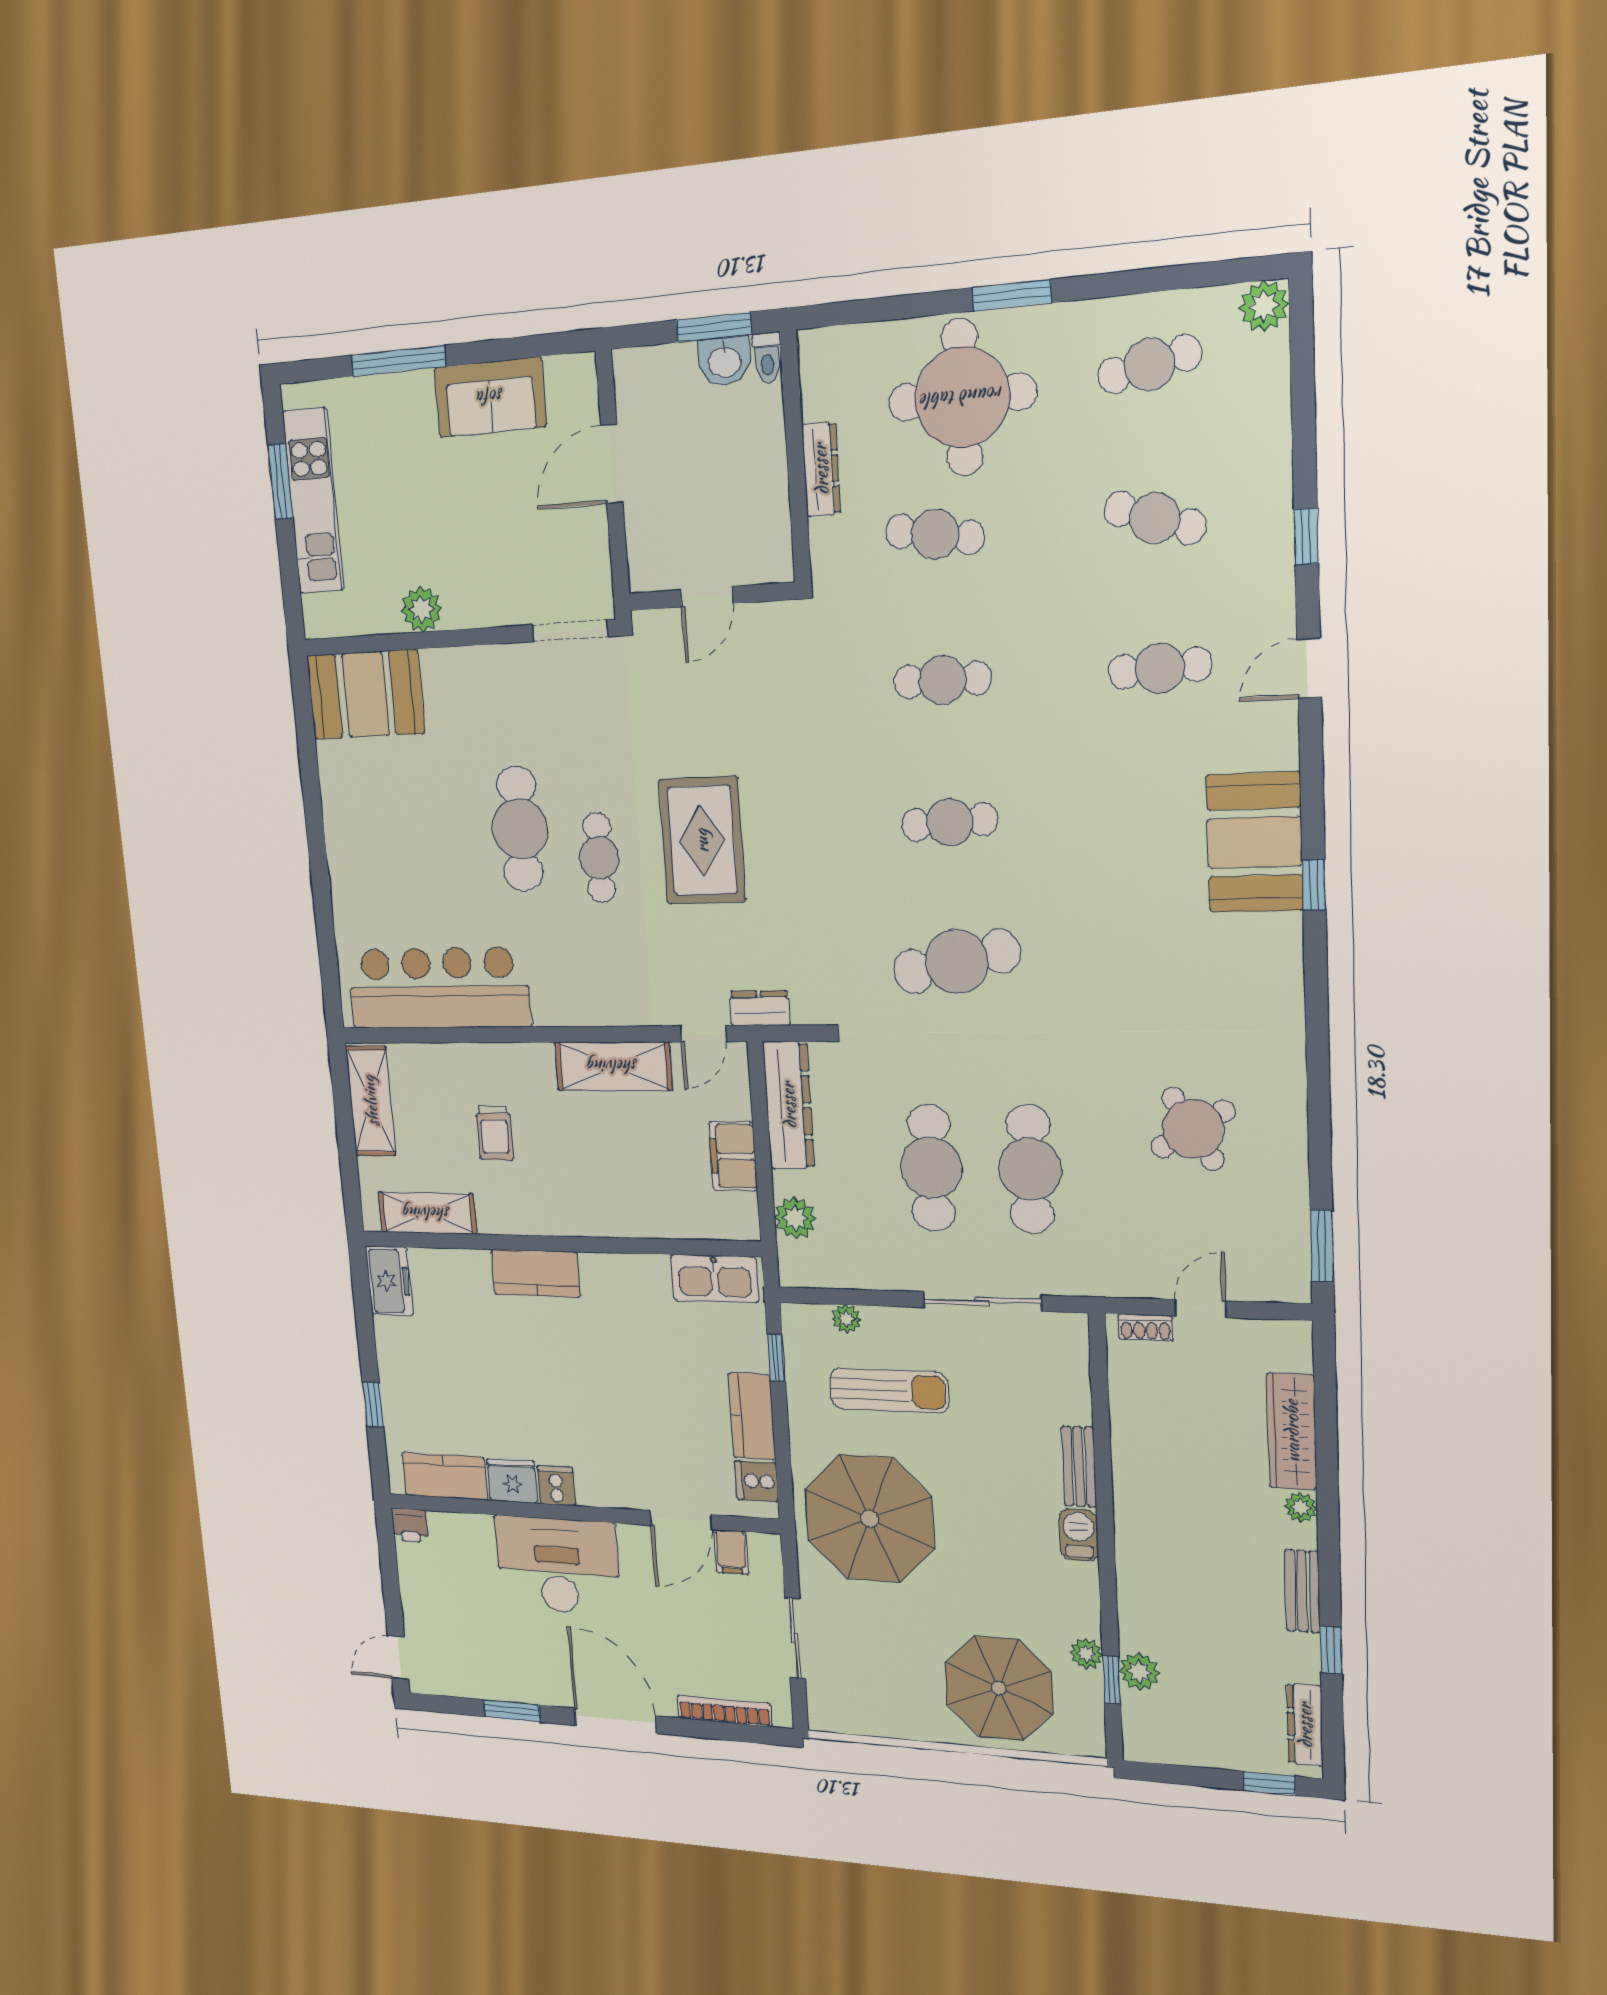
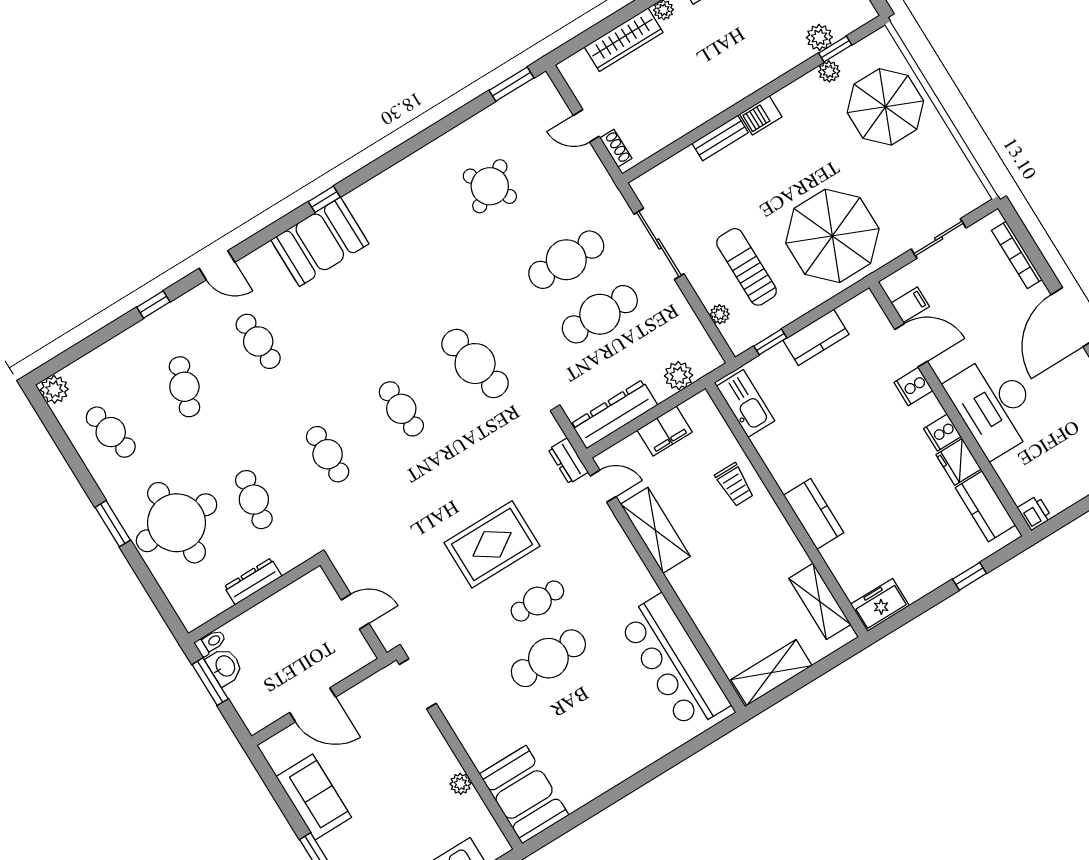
plant: (421, 609) -> (461, 784), width x0.73, depth x0.73
trolley: (495, 1133) -> (735, 485), moved, turned 90
cooker: (757, 1481) -> (913, 387), moved, turned 90

